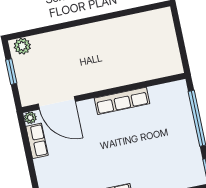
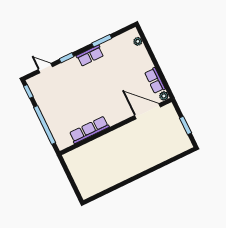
plant: (22, 46) -> (182, 146), removed
row of seats: (122, 101) -> (89, 130), moved

